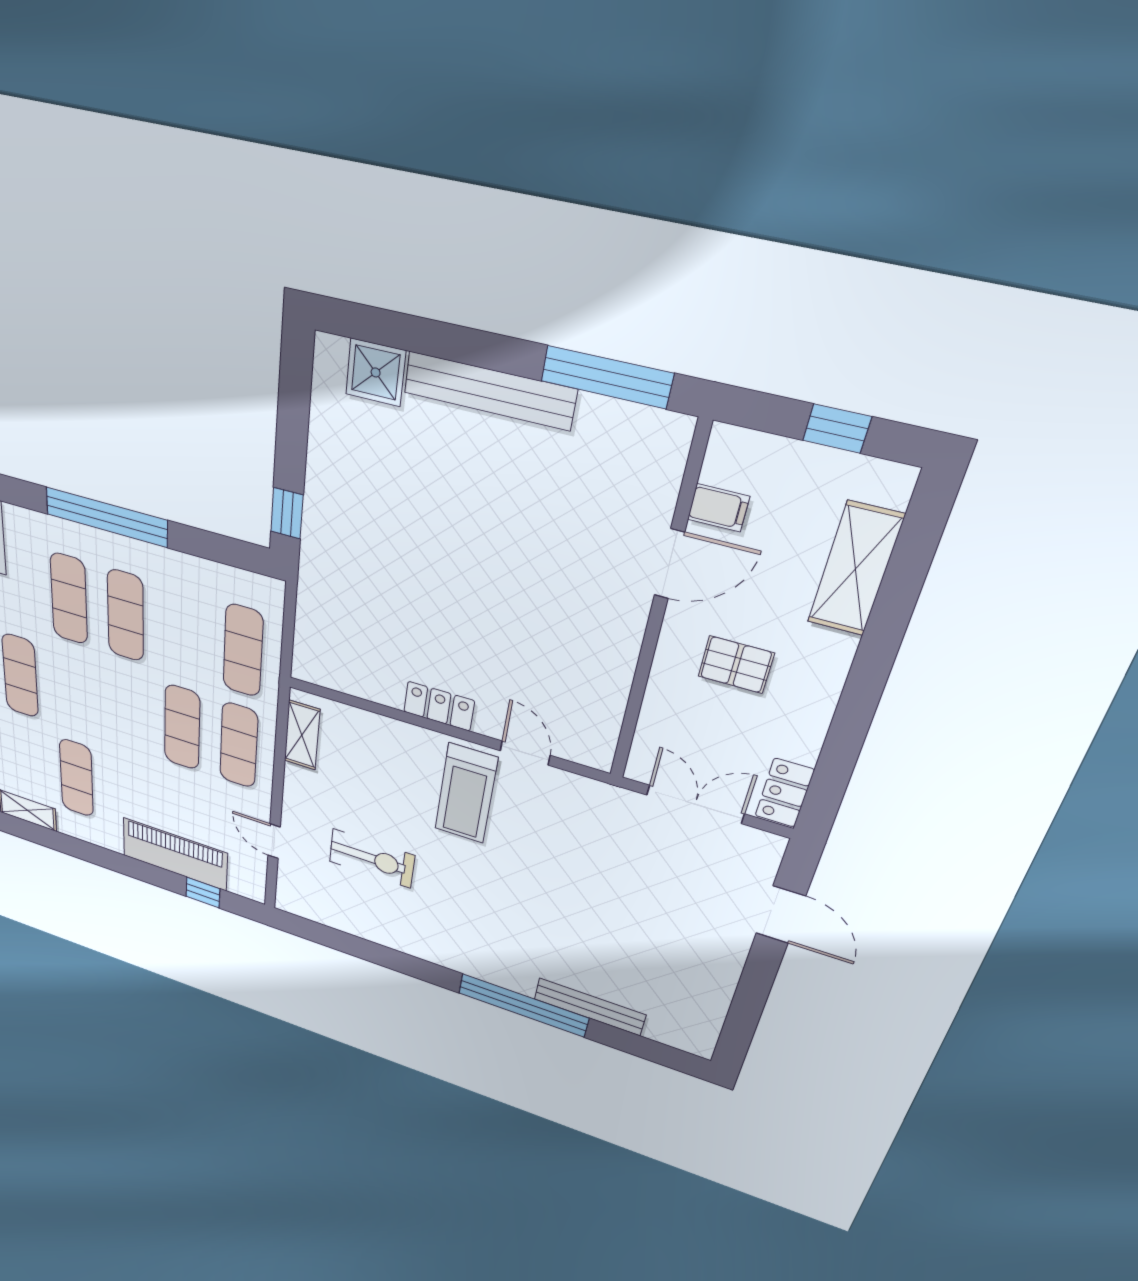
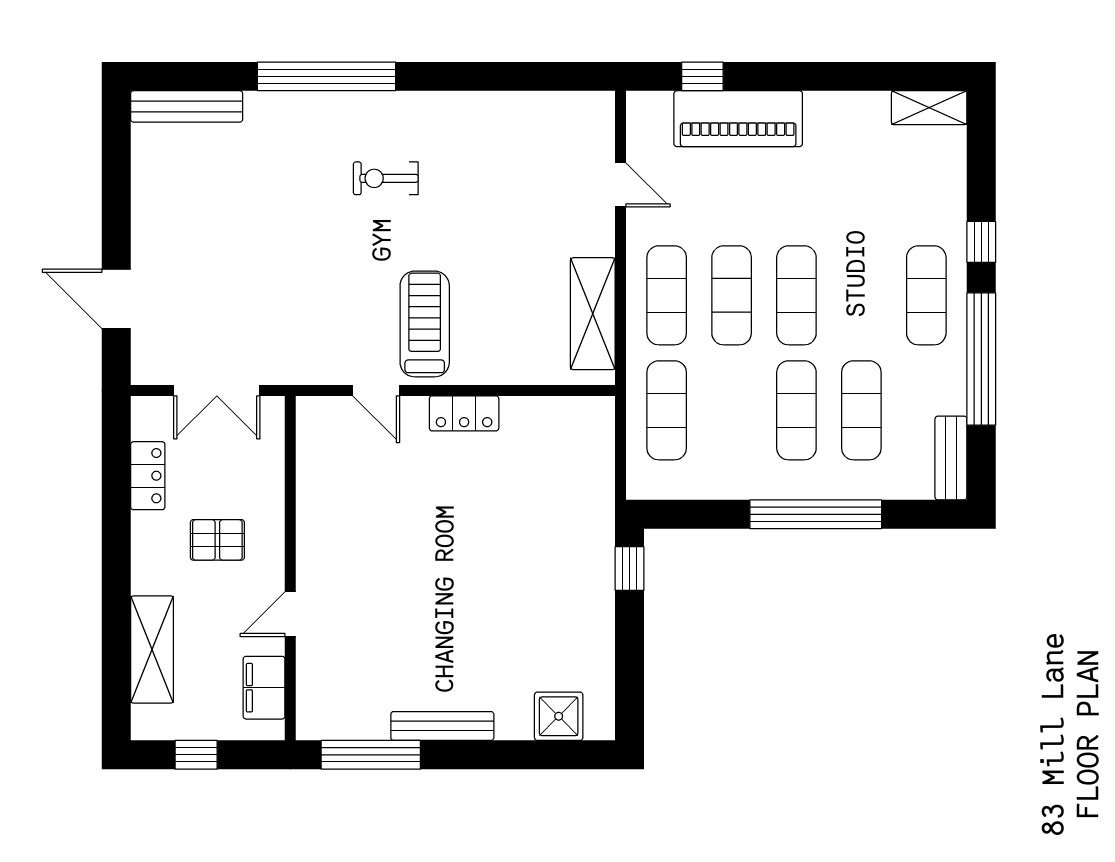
bench: (489, 391) -> (442, 726), width x0.73, depth x0.82
filing cabinet: (718, 508) -> (264, 688), width x2.00
door: (669, 564) -> (290, 614), width x0.73
shelving: (302, 735) -> (593, 314), width x1.50, depth x1.33
exercise mat: (77, 778) -> (796, 295), moved
locker: (784, 793) -> (148, 476), moved
exercise bike: (372, 858) -> (386, 178), moved, width x0.73, depth x0.72
bench: (590, 1007) -> (187, 106), moved

